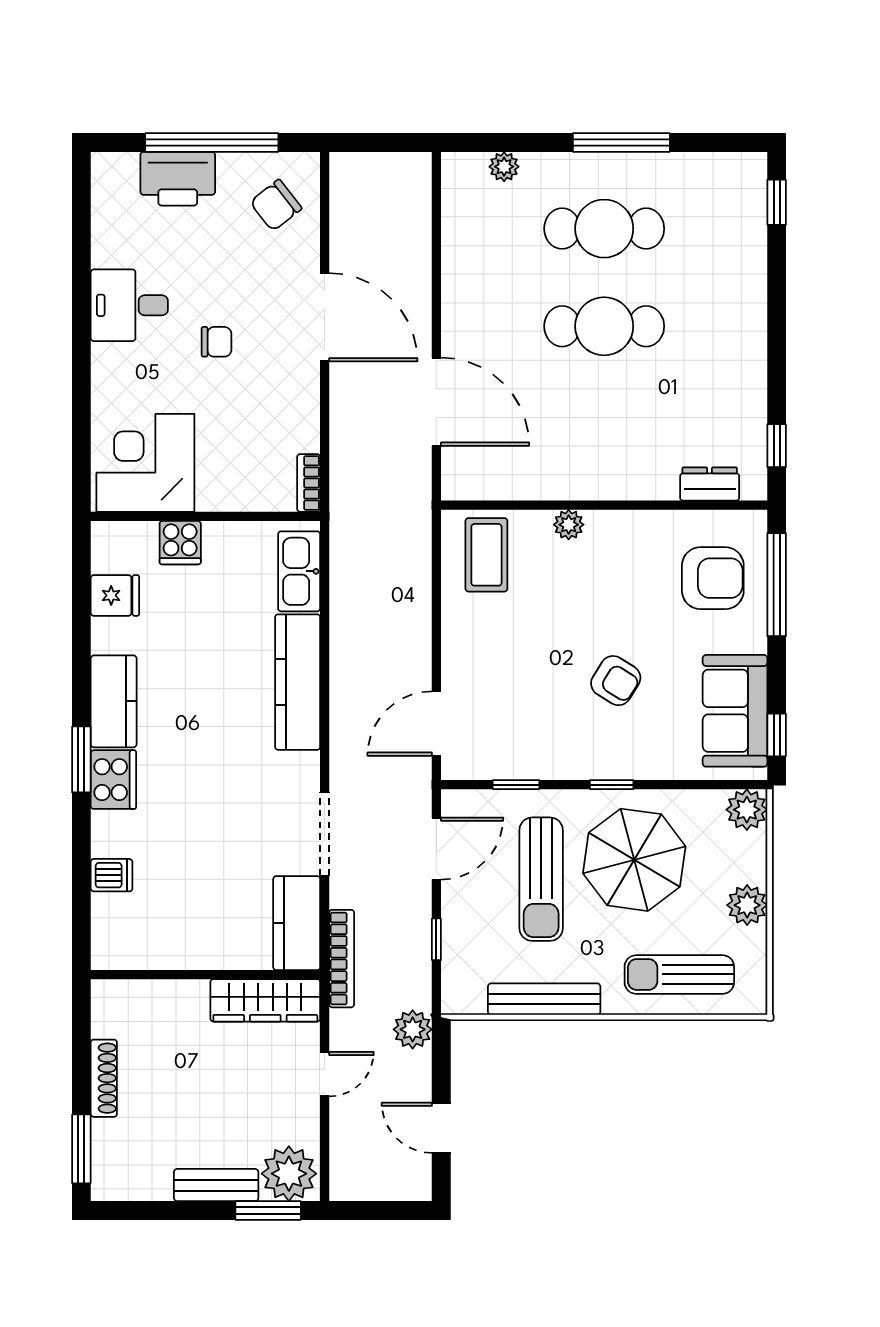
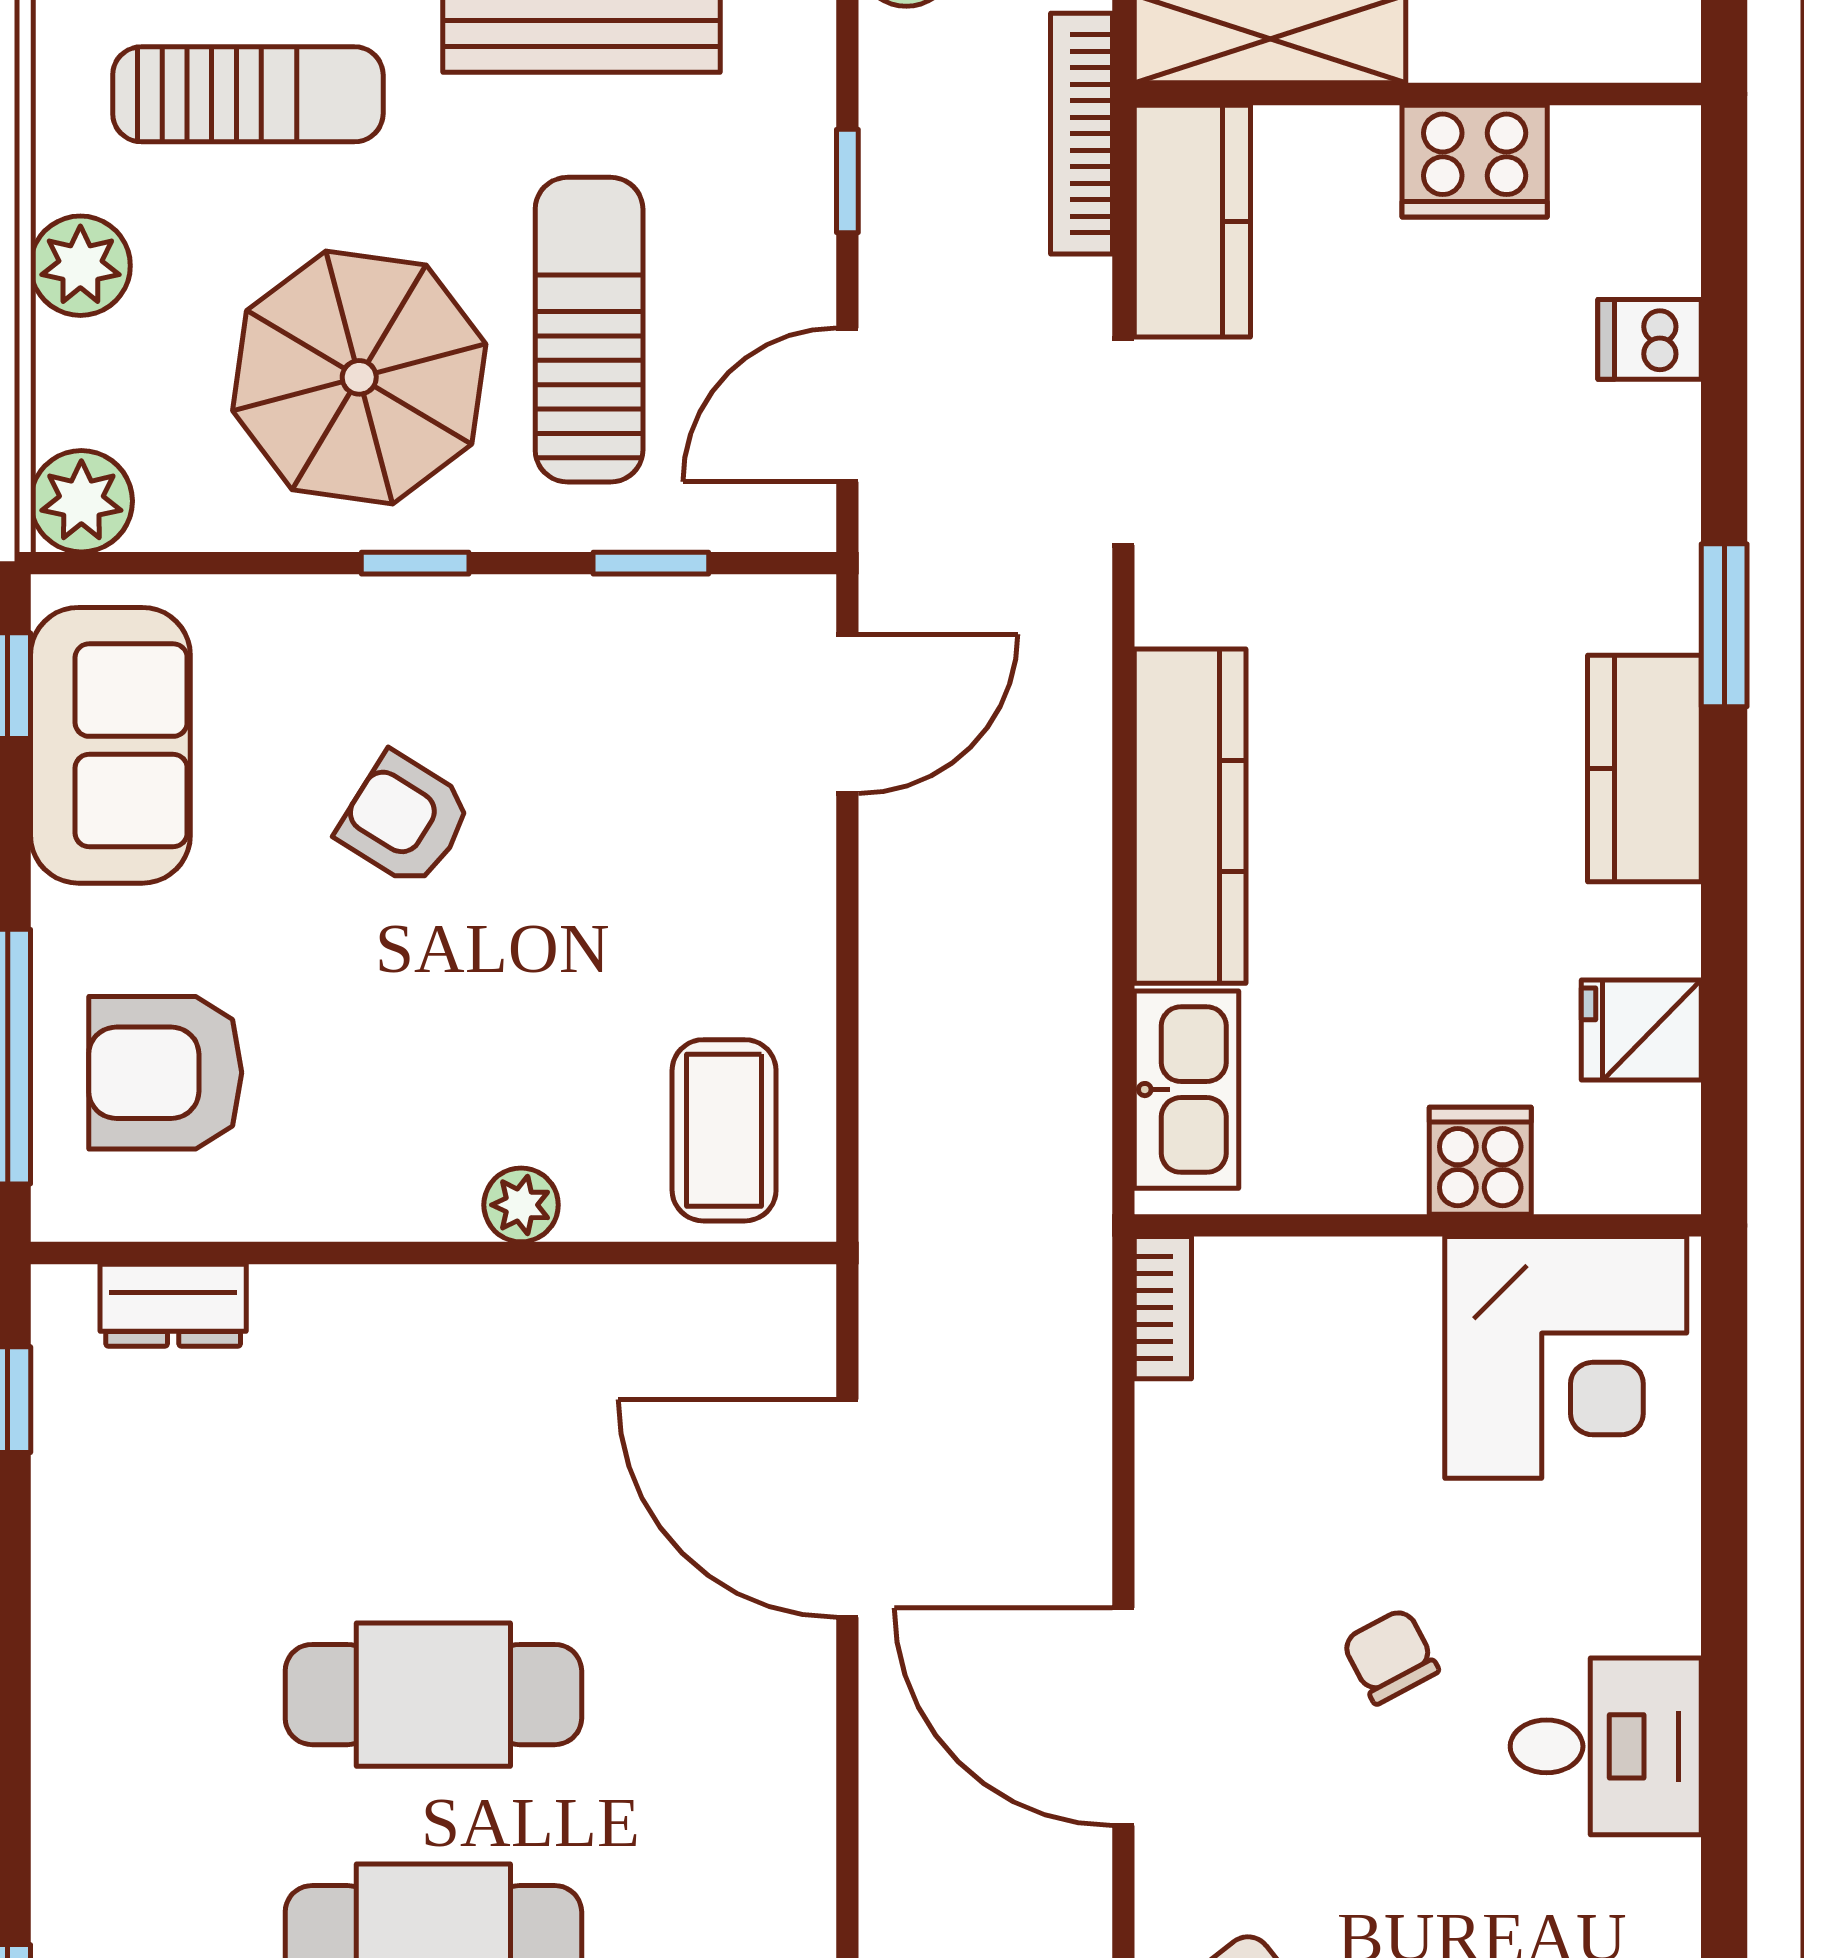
chair: (217, 342) -> (1390, 1656), turned 62
cooker: (113, 780) -> (1475, 161), moved, turned -90

